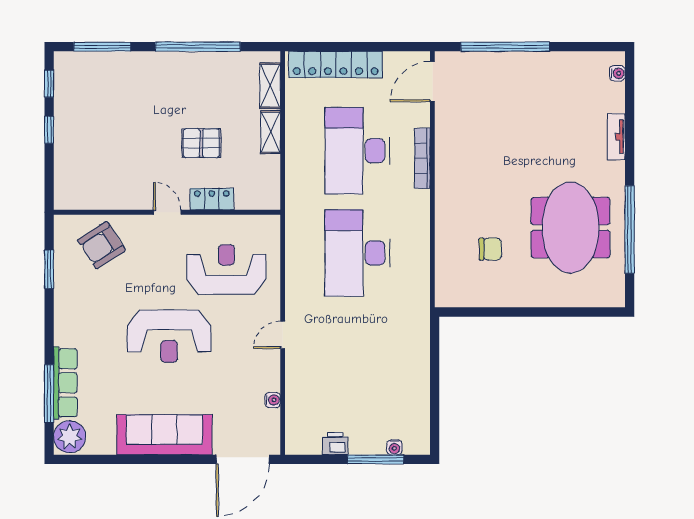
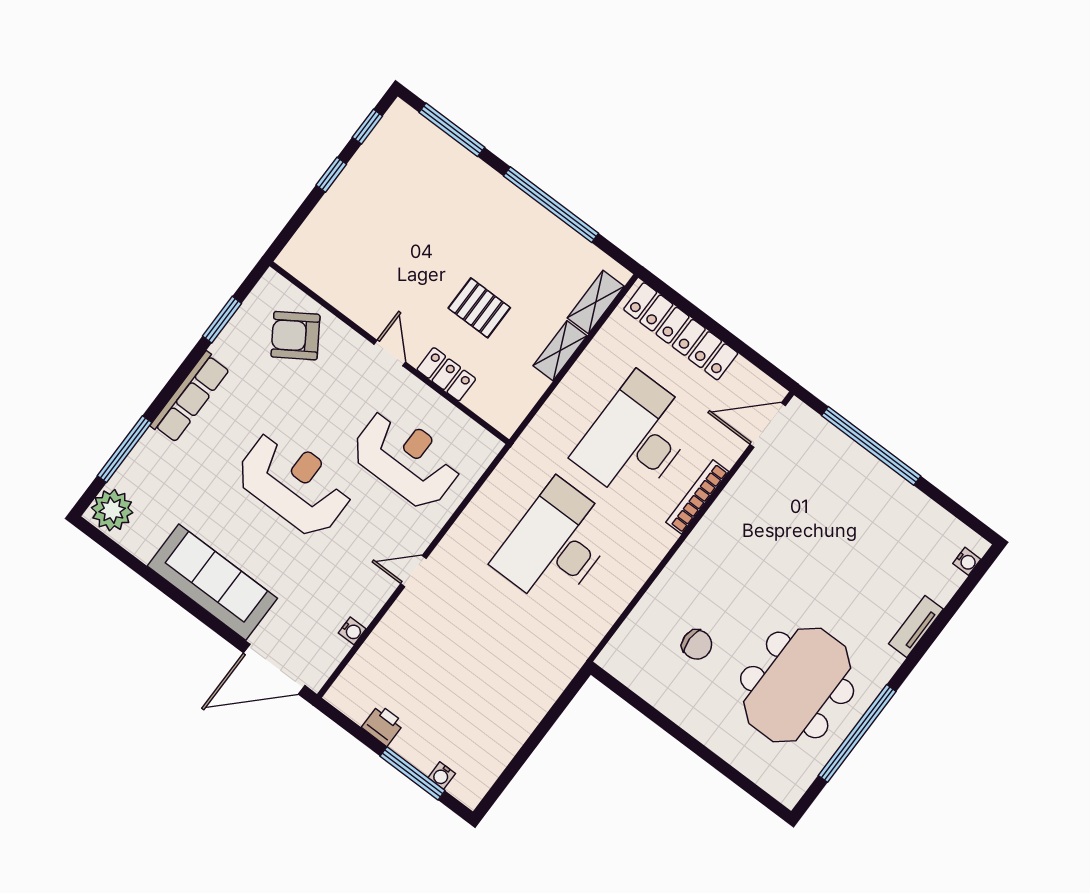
reception desk: (169, 336) -> (294, 483), turned 180
row of seats: (65, 383) -> (190, 397), moved

